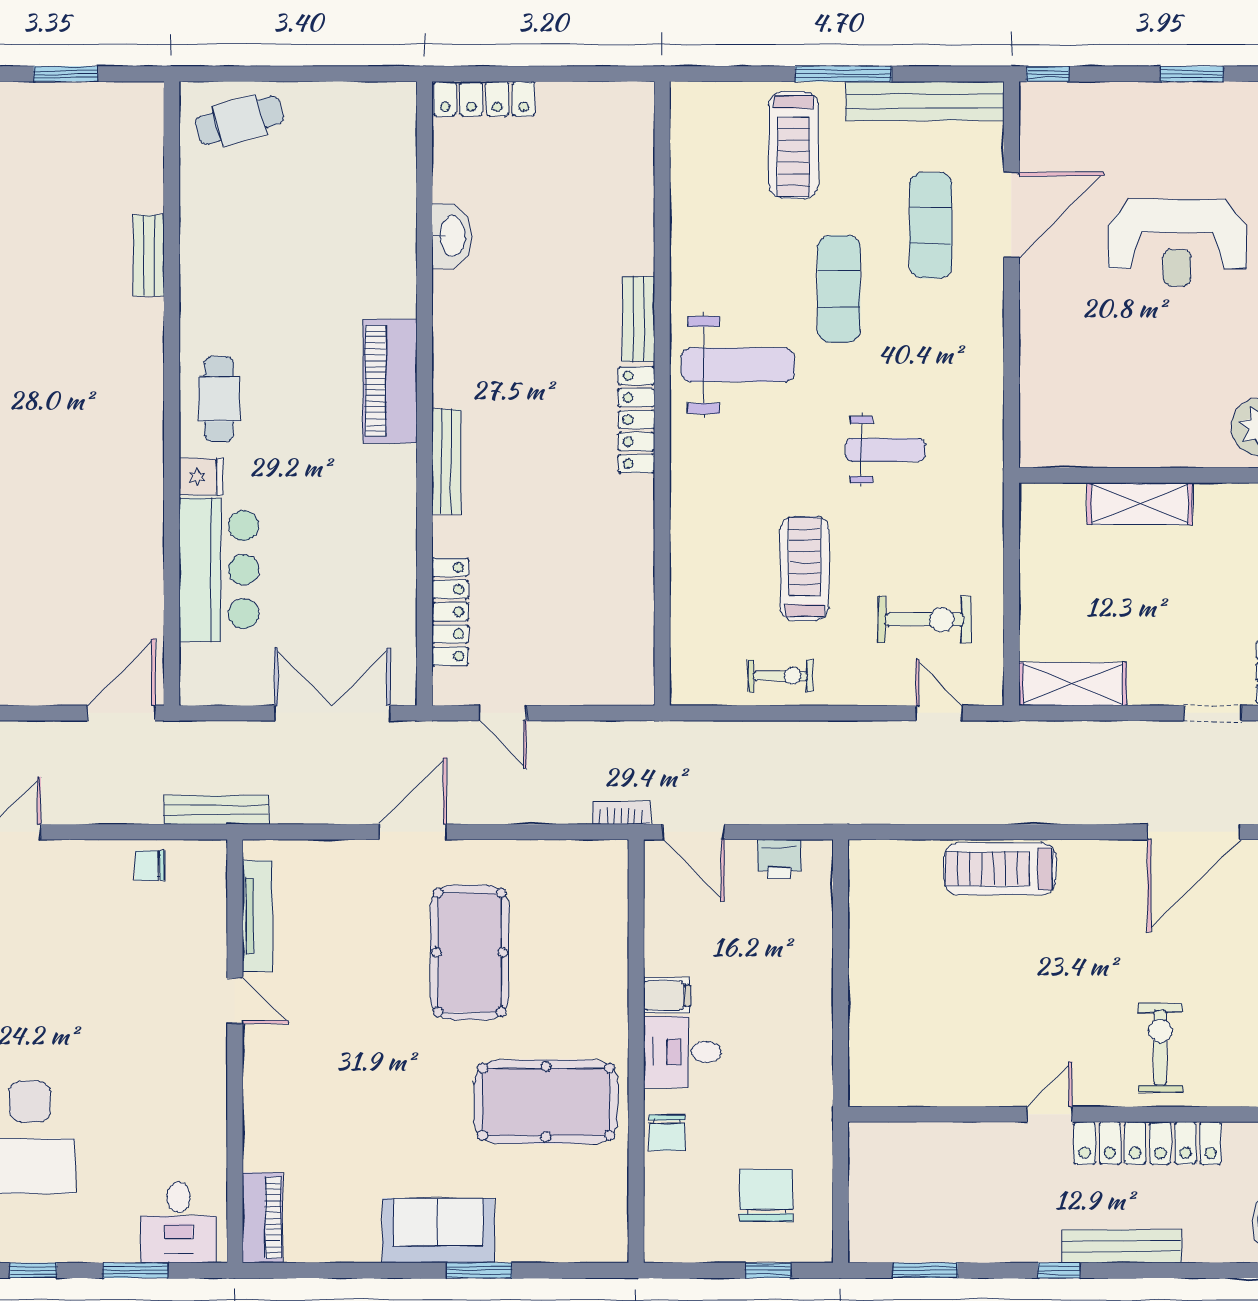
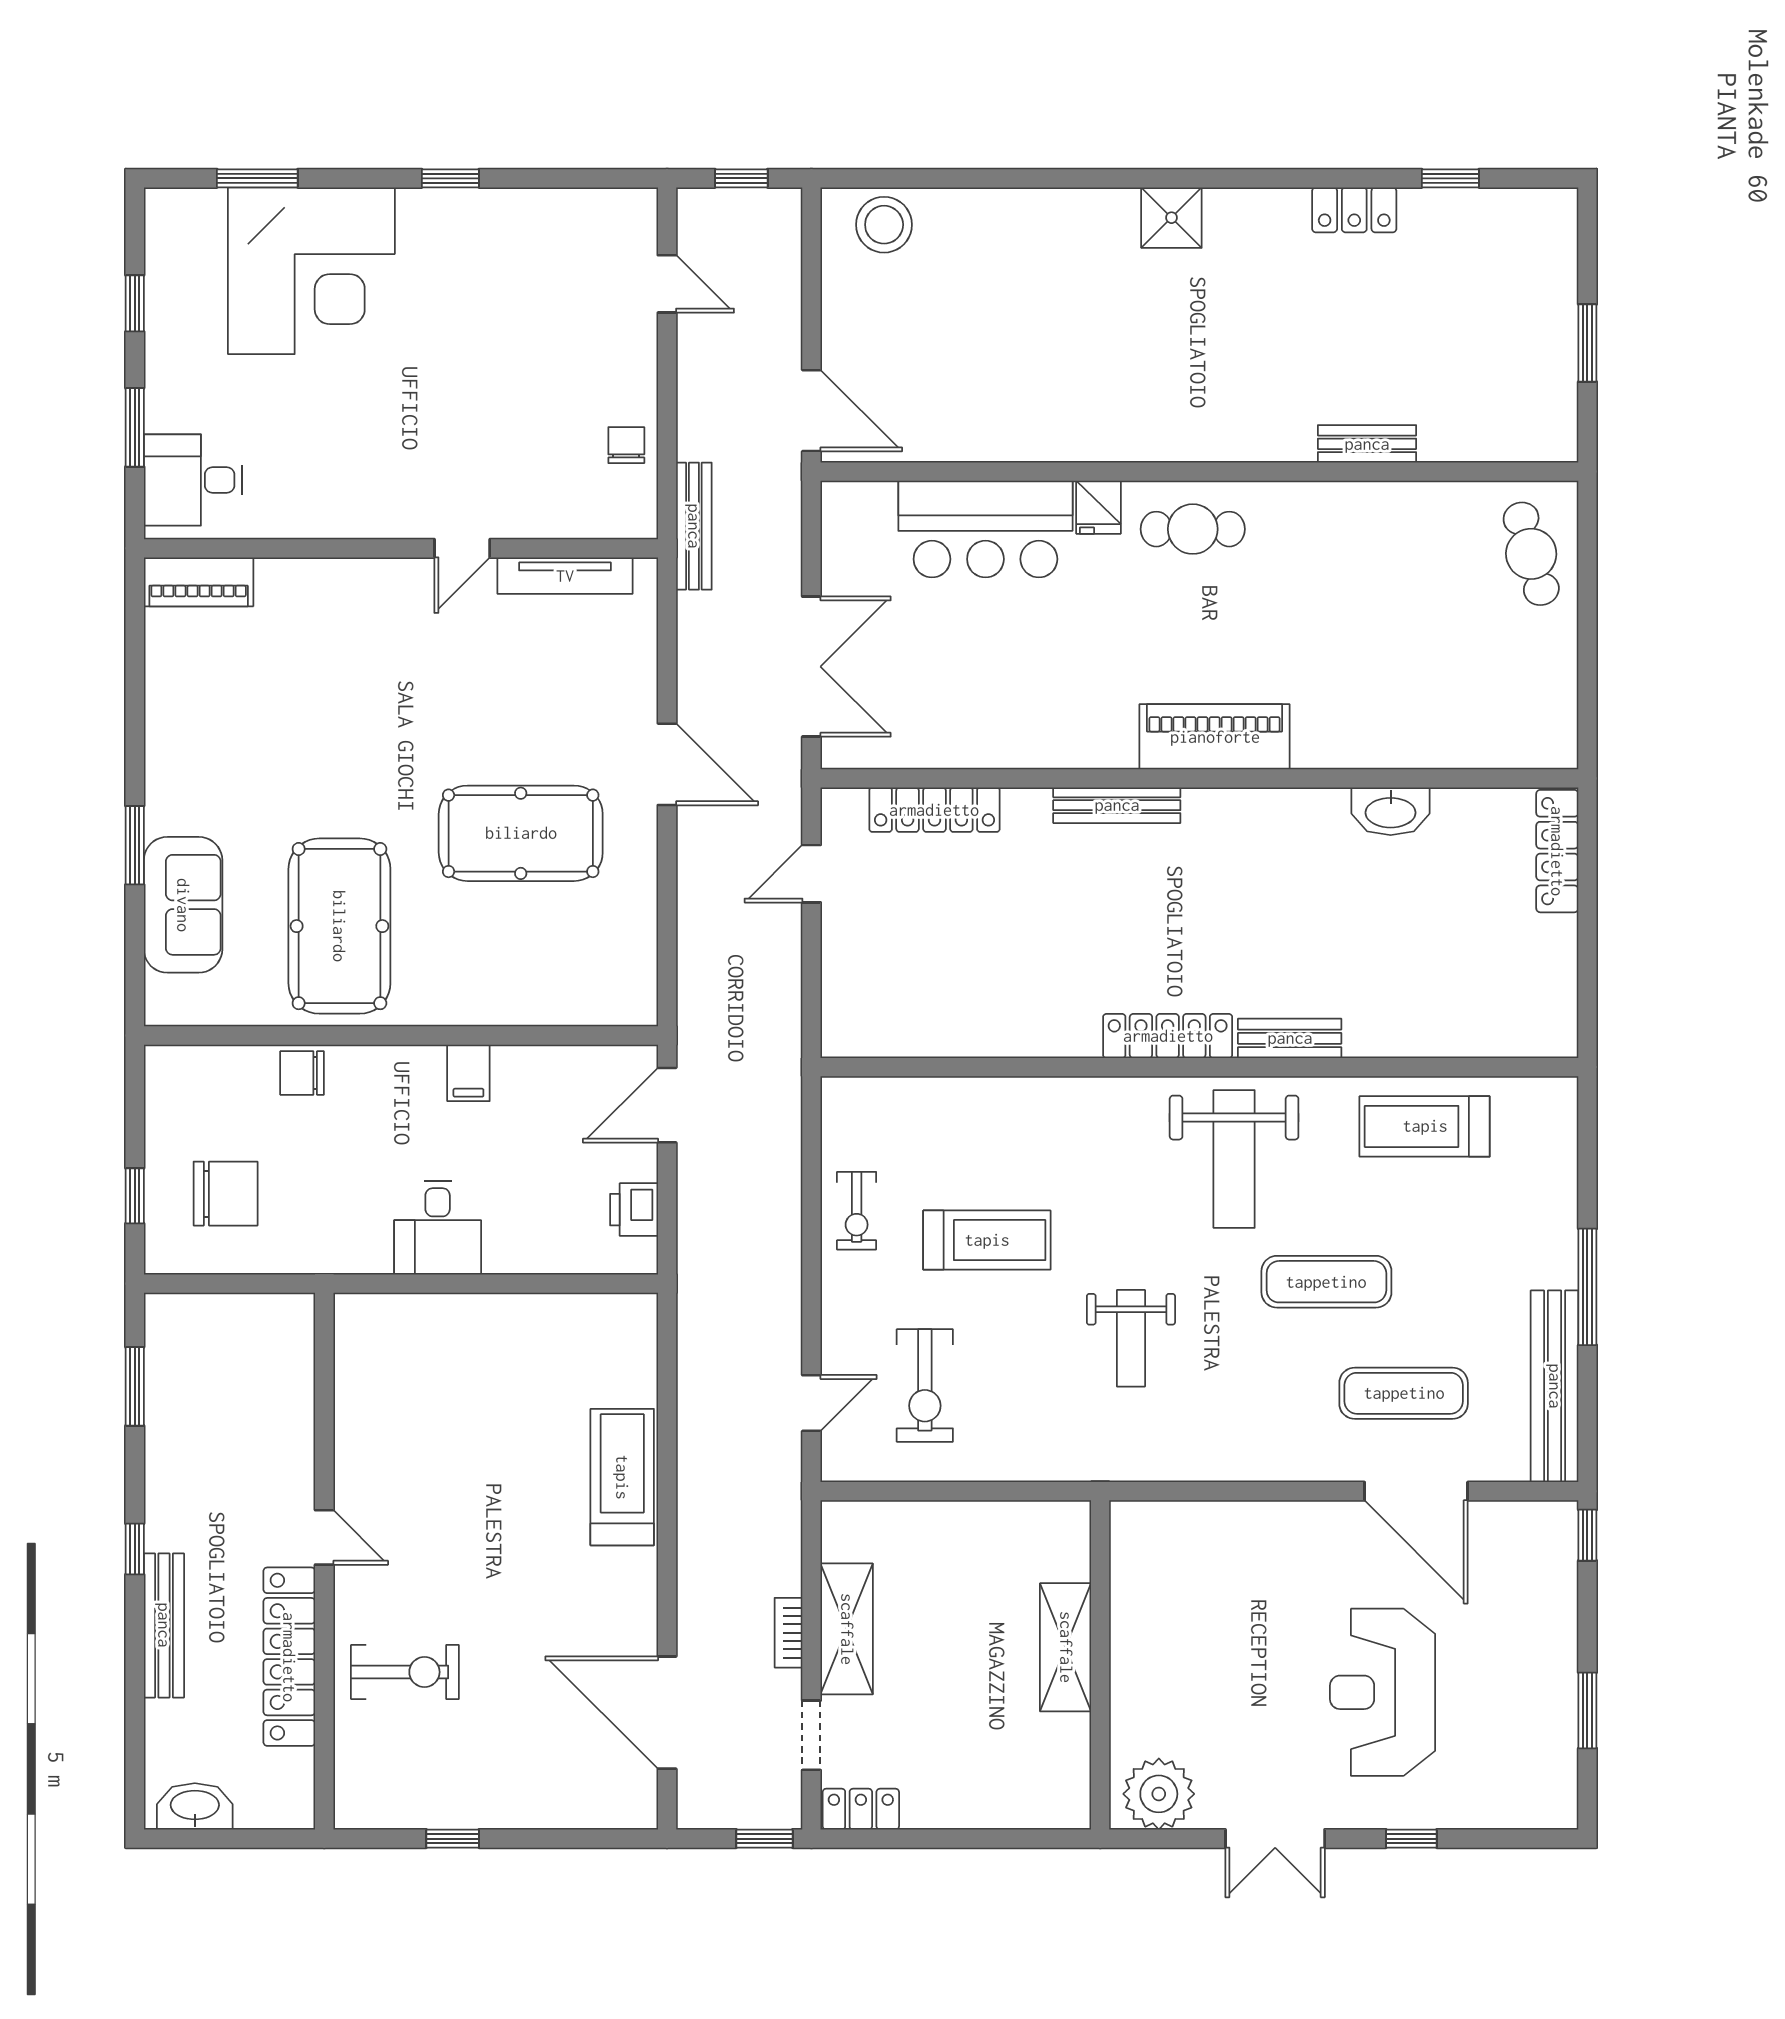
treadmill: (793, 145) -> (1425, 1126), moved
shelving: (1073, 684) -> (847, 1629), moved
bookcase: (621, 813) -> (788, 1633), moved, turned 180
desk: (682, 1052) -> (438, 1228), moved, turned 180
sofa: (438, 1231) -> (183, 905), moved

